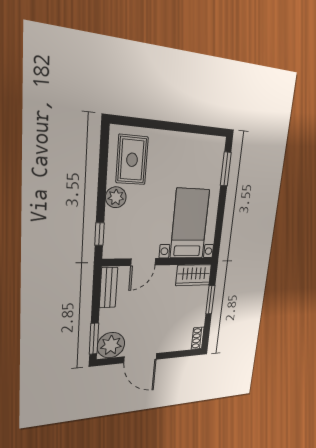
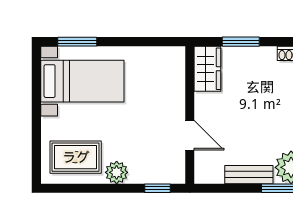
bed with nightstands: (190, 224) -> (82, 81), moved, turned 180
bench: (108, 288) -> (249, 175), moved

